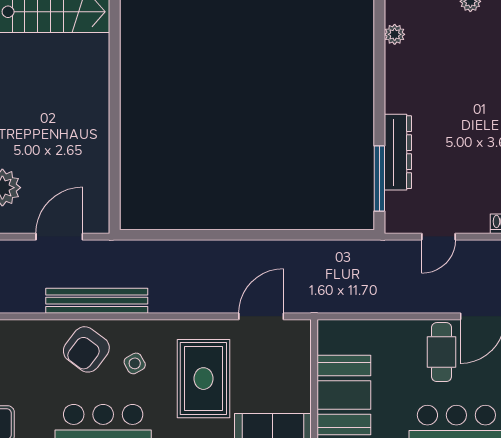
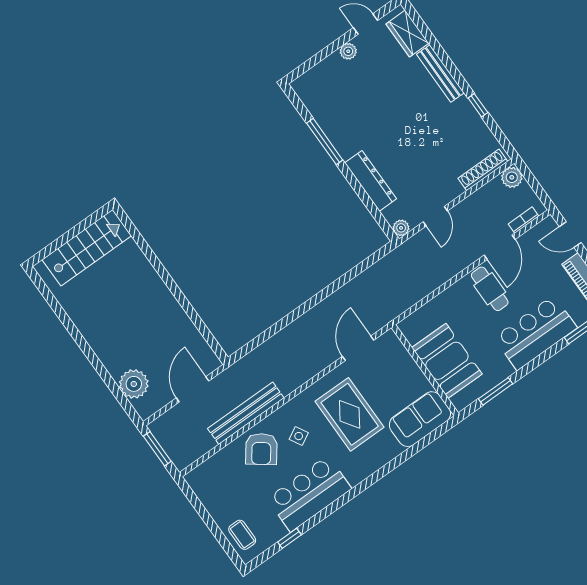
plant: (395, 34) -> (401, 228), moved
window: (379, 178) -> (325, 142), moved

